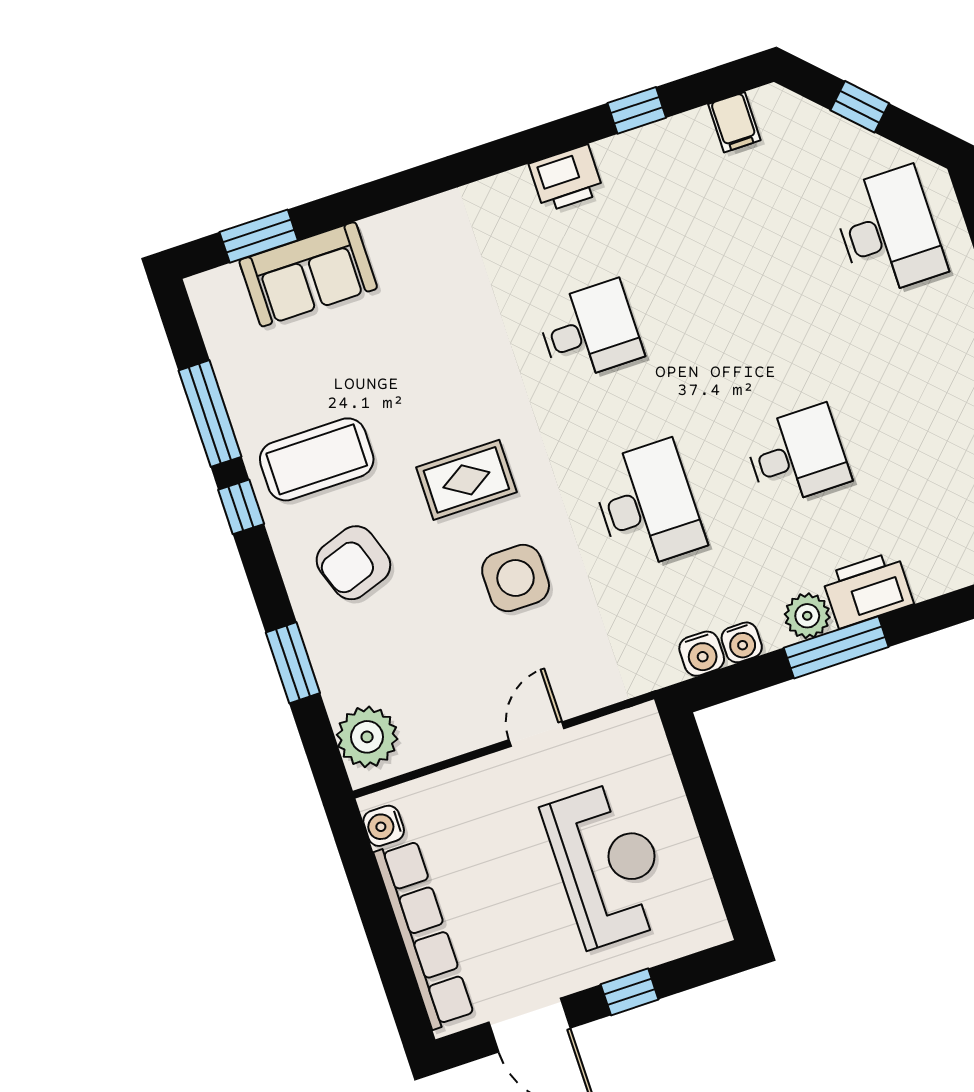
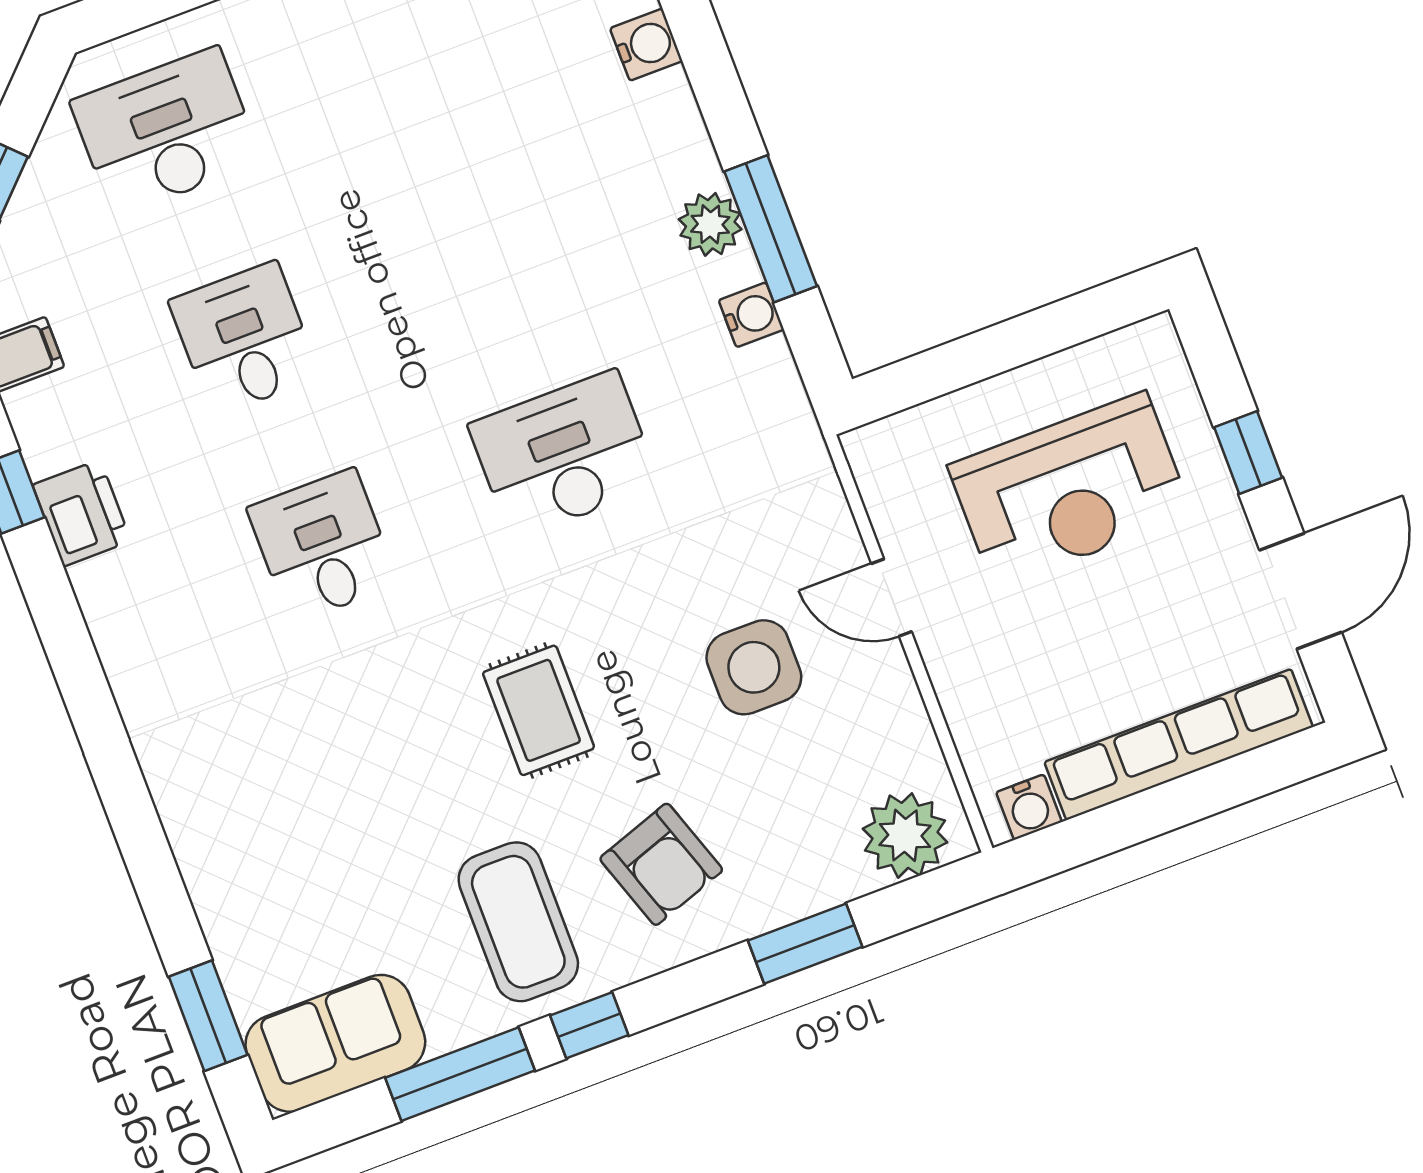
printer: (566, 178) -> (82, 513), moved
sofa: (308, 274) -> (335, 1043), moved, turned -90
desk: (797, 455) -> (244, 339), moved
side table: (516, 578) -> (754, 667), moved
printer: (868, 590) -> (670, 141), removed
window: (836, 647) -> (771, 229), moved
water cooler: (702, 654) -> (646, 45), moved
reception desk: (608, 864) -> (1070, 490), turned 180

